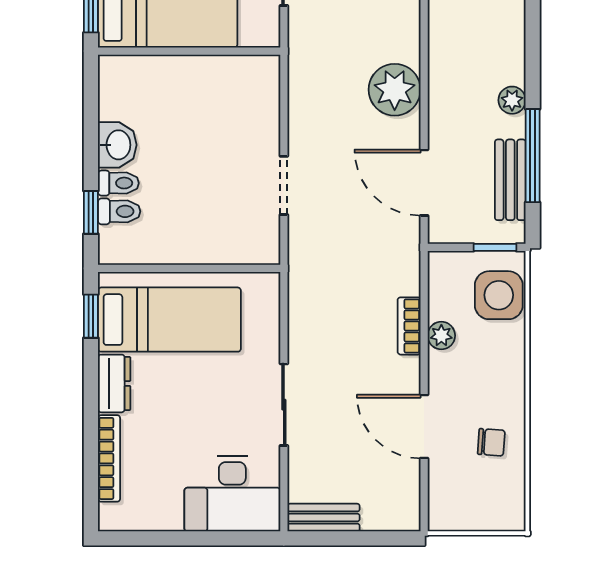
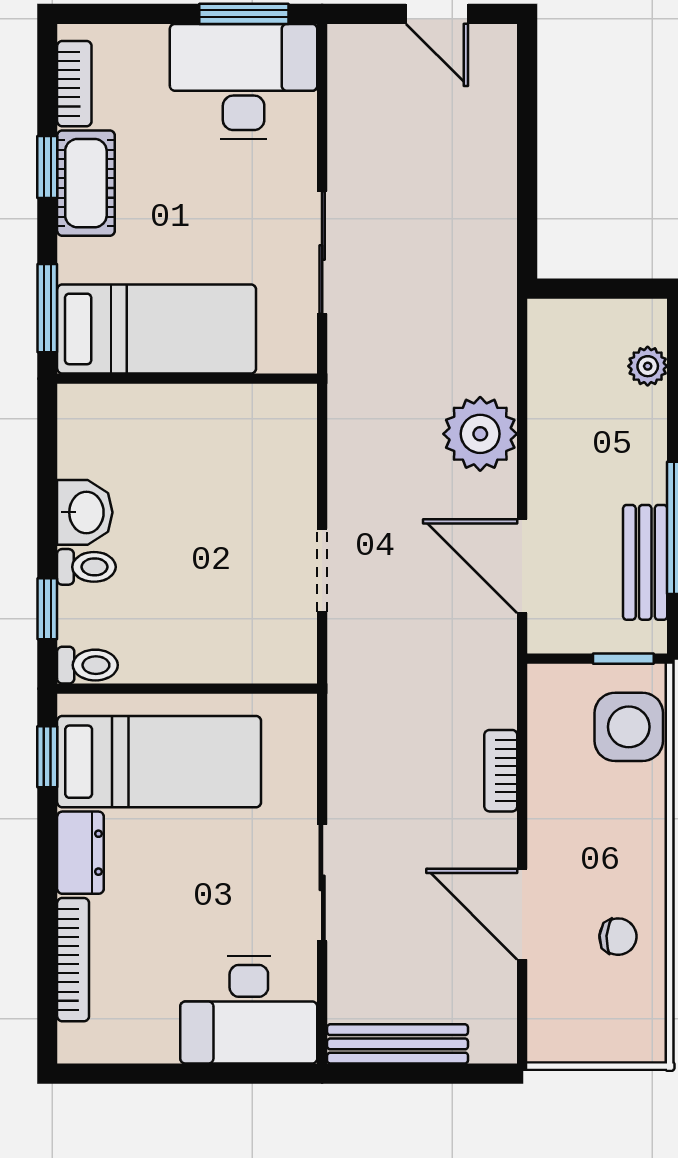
plant: (512, 100) -> (648, 366), moved
toilet: (119, 211) -> (87, 665), moved
plant: (441, 336) -> (547, 784), removed
bench: (323, 518) -> (398, 1044), width x1.36

